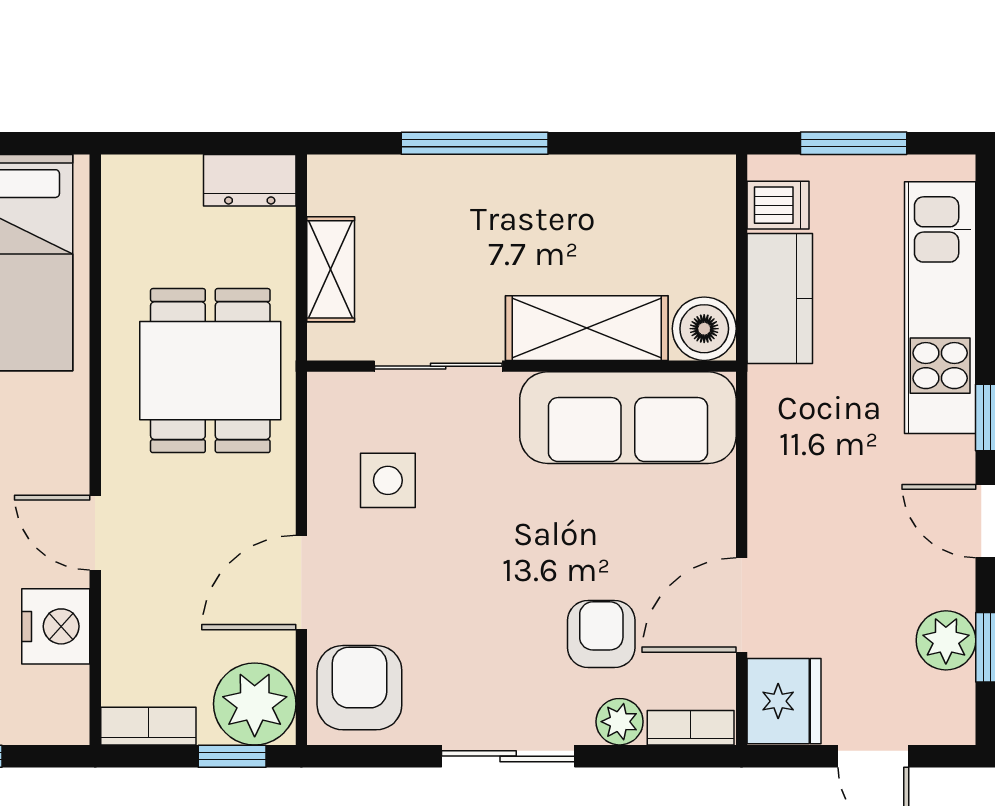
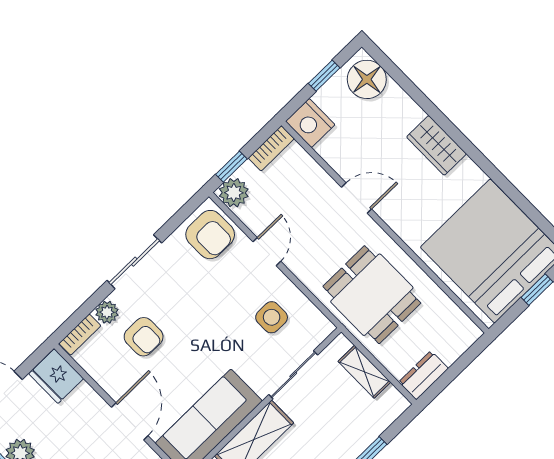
door: (301, 583) -> (267, 252), width x0.73
door: (742, 605) -> (130, 421), moved
nightstand: (56, 626) -> (310, 123), moved
plant: (255, 704) -> (234, 193), width x0.73, depth x0.73

